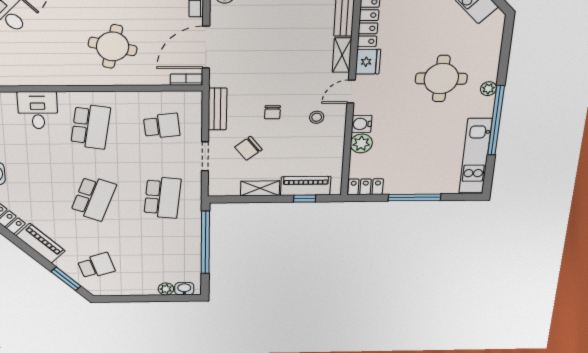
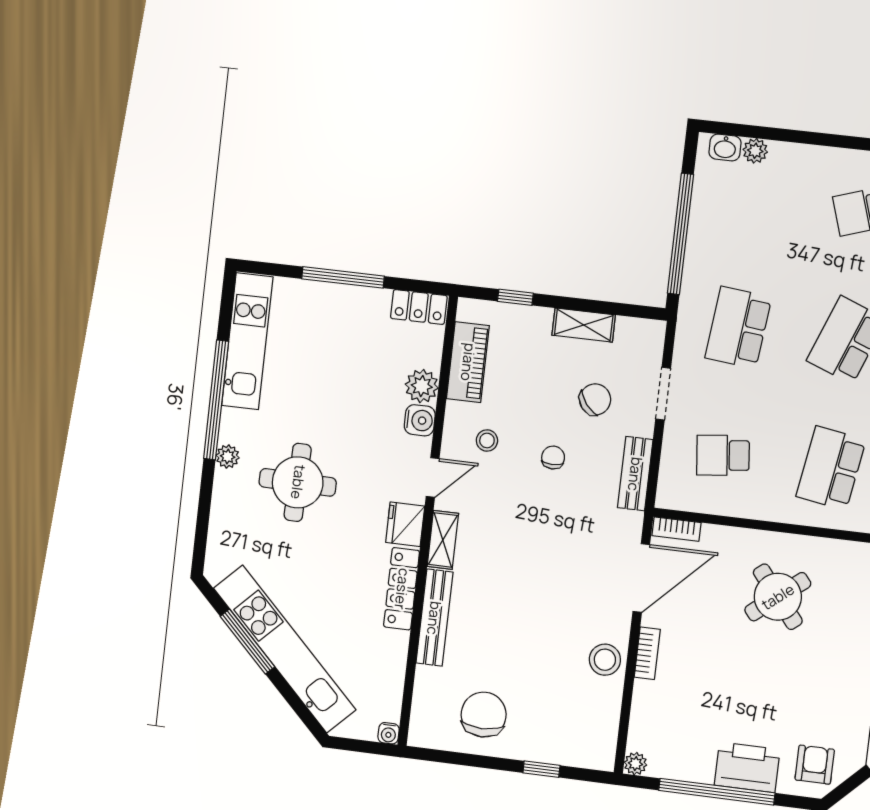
round table: (113, 46) -> (778, 597), turned 38
piano: (306, 186) -> (468, 362), moved, turned -90

